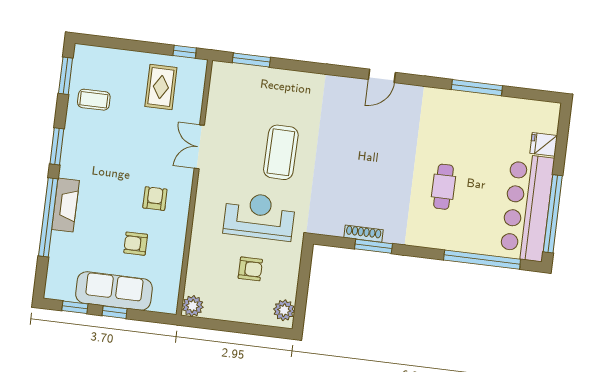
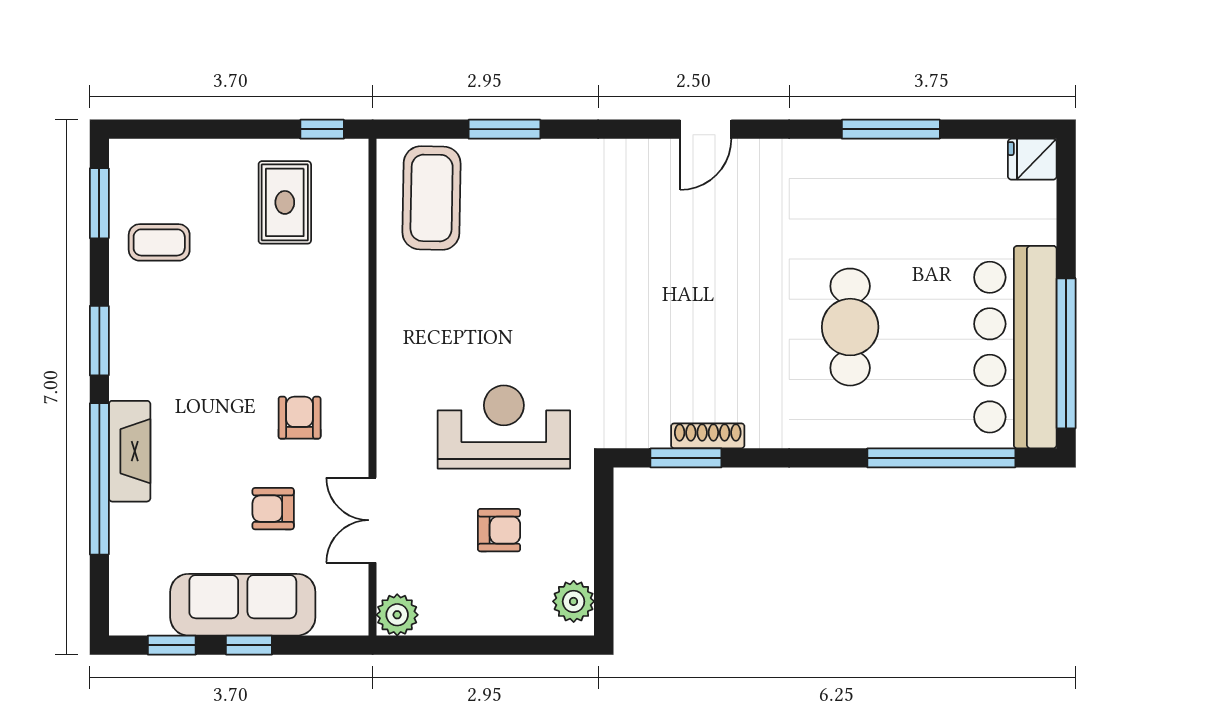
window: (251, 60) -> (504, 129), moved
fridge: (544, 144) -> (1032, 159), moved
double door: (199, 147) -> (373, 520), moved
coffee table: (281, 152) -> (432, 198), moved
cafe table: (443, 187) -> (850, 327), width x1.37, depth x1.35
window: (373, 246) -> (686, 458), moved

